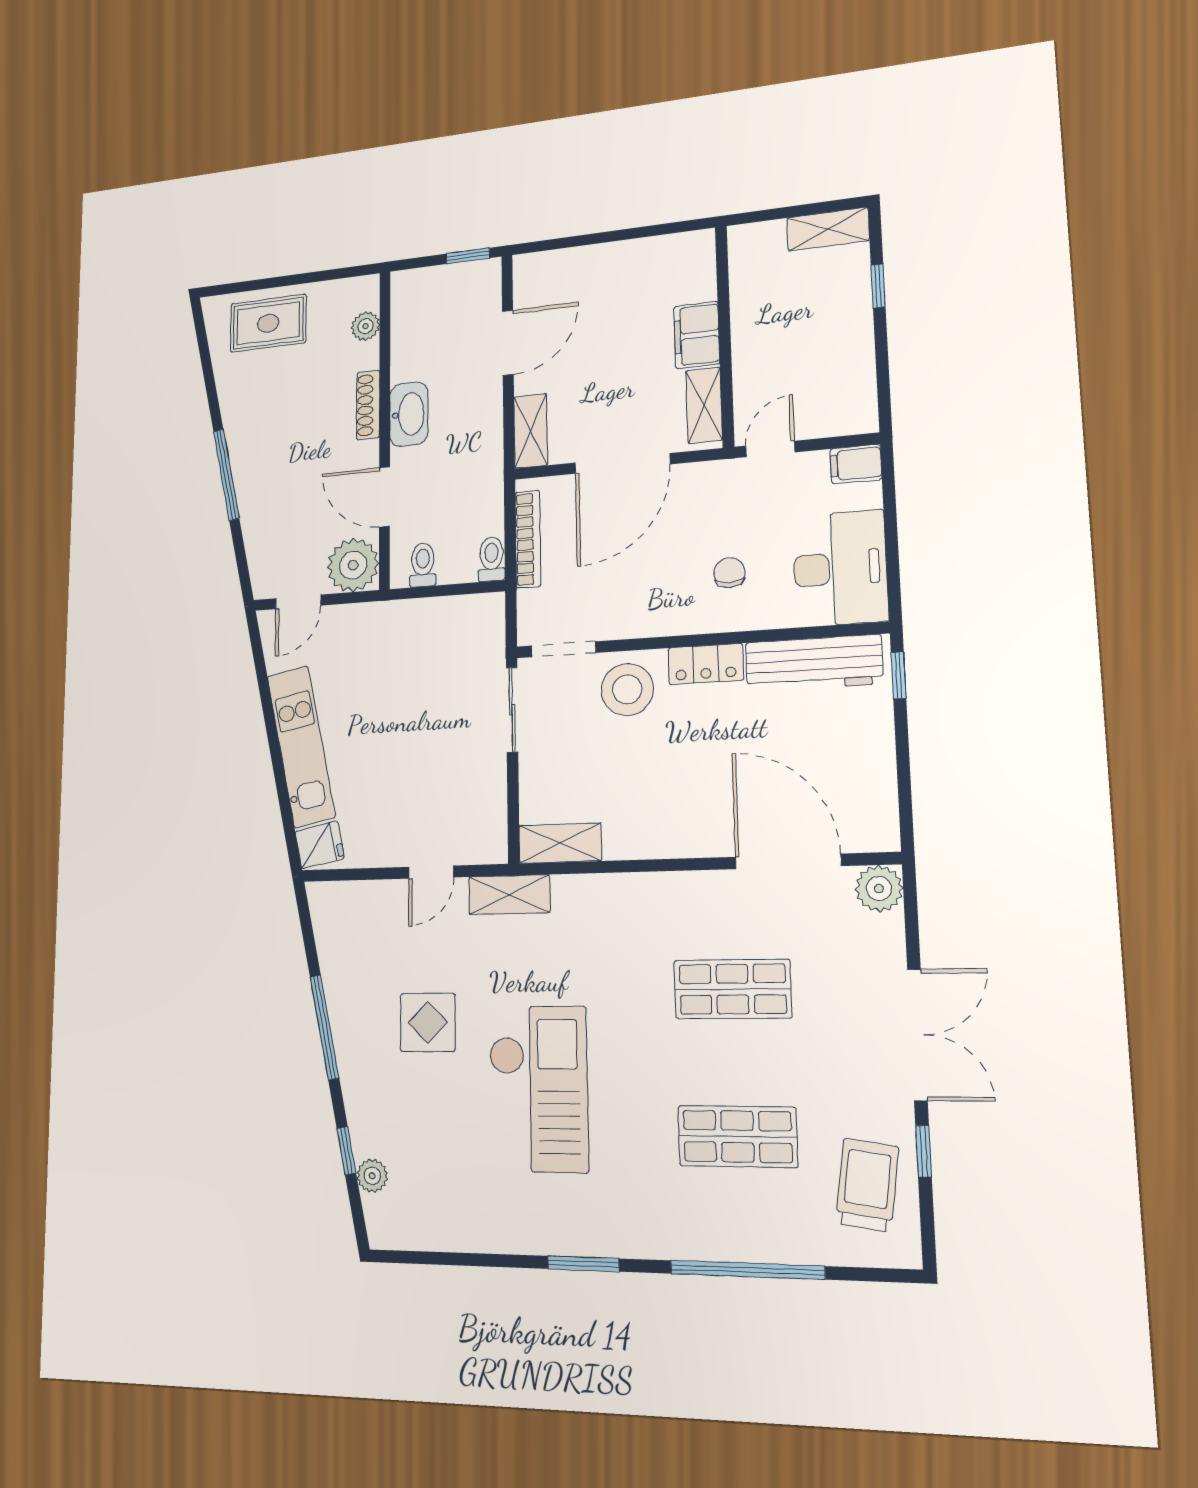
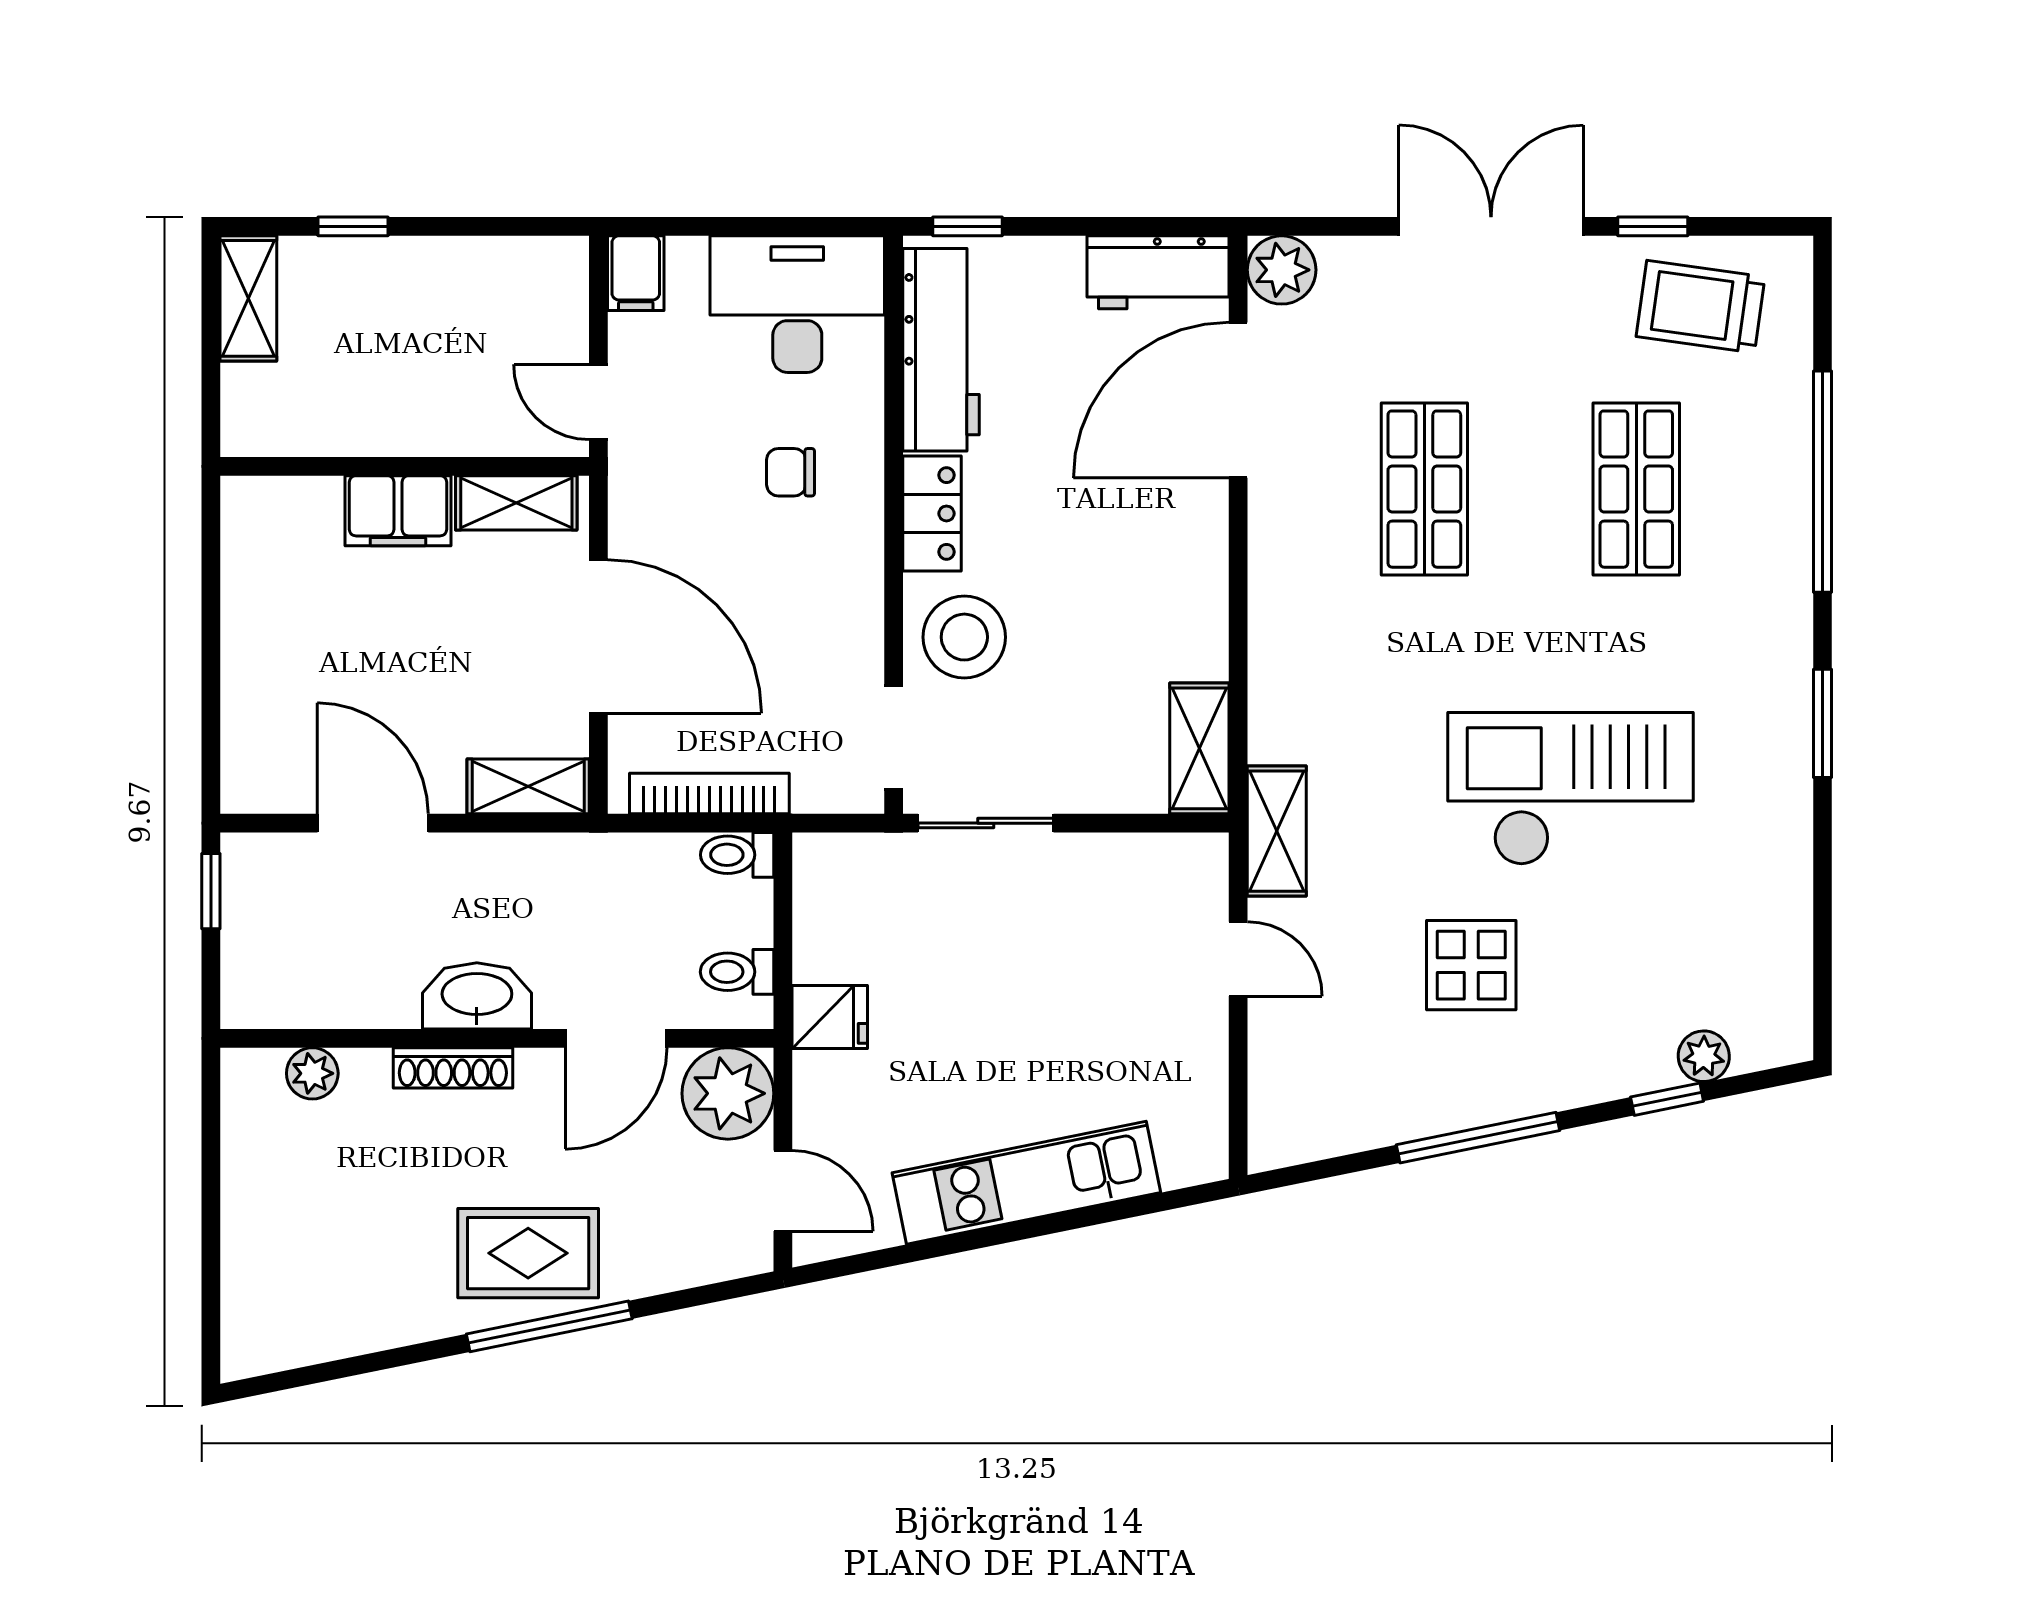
rug: (268, 323) -> (528, 1253), moved, turned 90
workbench: (873, 804) -> (1158, 272), added
fridge: (320, 845) -> (830, 1017), moved, turned 101

